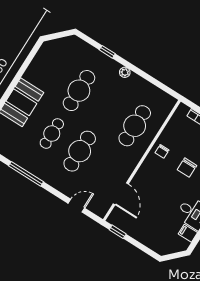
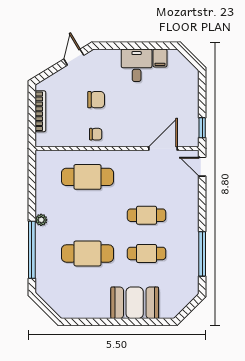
window: (107, 52) -> (32, 250), width x3.17
cafe table: (80, 151) -> (147, 215), width x0.73, depth x0.74
door: (76, 206) -> (202, 167), moved

